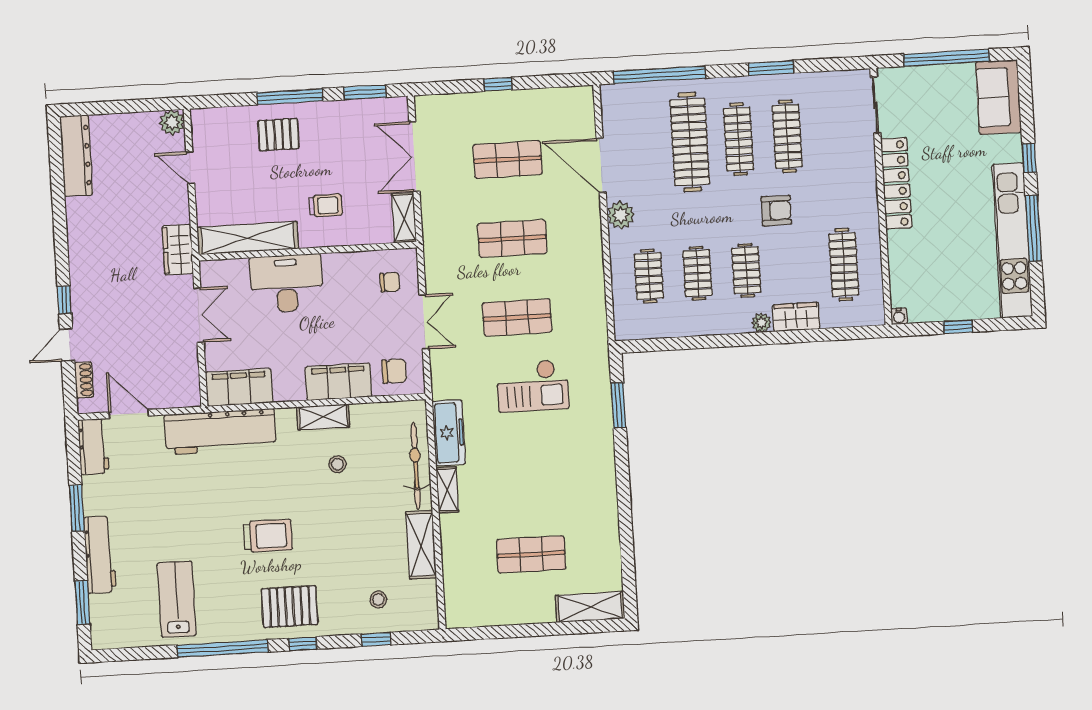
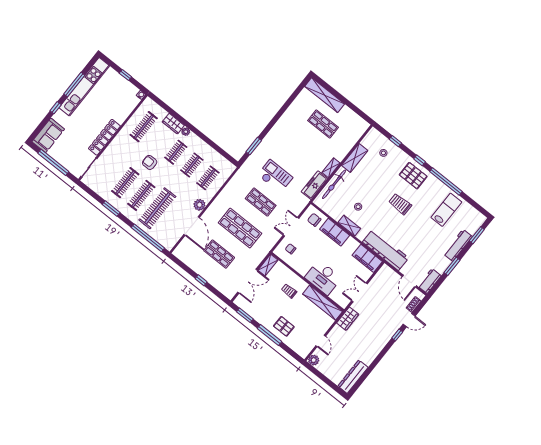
shop shelf: (512, 238) -> (240, 228), width x1.43, depth x1.36
lab bench: (177, 599) -> (446, 210), turned 180
shelving: (590, 607) -> (325, 95), width x1.47

